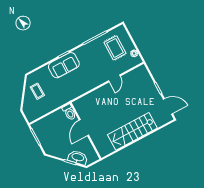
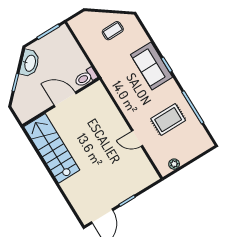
rug: (115, 48) -> (168, 120), moved
stairs: (132, 131) -> (52, 148), moved
washbasin: (78, 157) -> (30, 63), moved

